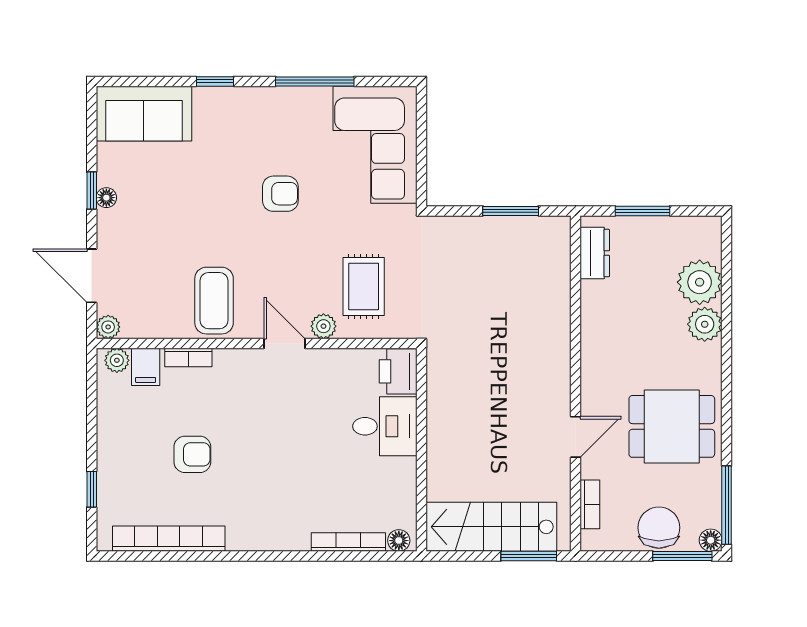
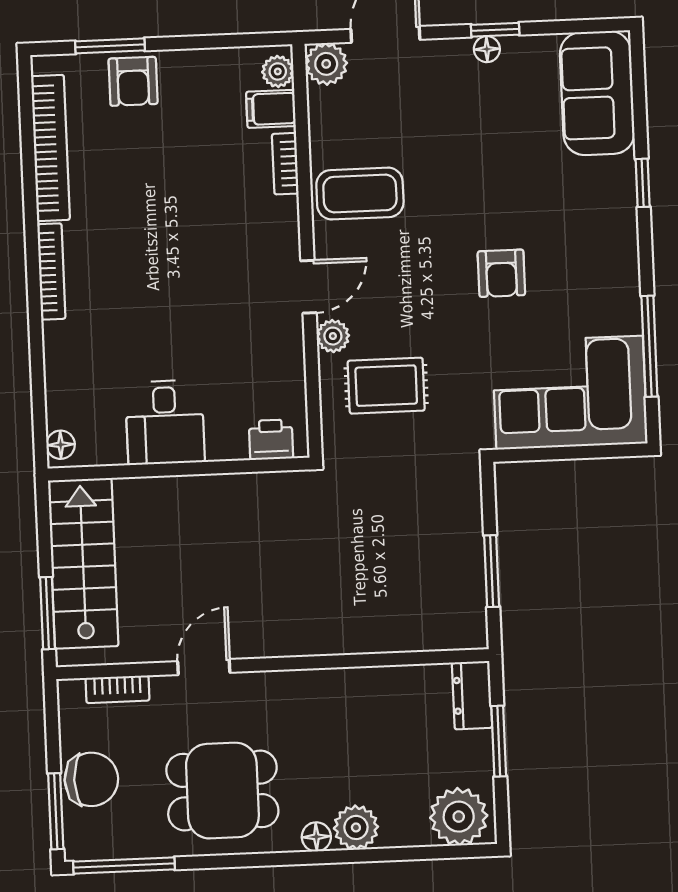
window: (315, 81) -> (649, 346), moved
dresser: (595, 253) -> (472, 695), moved, turned 90
plant: (700, 282) -> (459, 817), moved
plant: (108, 327) -> (326, 64), width x1.38, depth x1.38
printer: (398, 371) -> (271, 440), width x0.73, depth x0.81
desk: (385, 426) -> (165, 422), moved
dining table: (672, 426) -> (222, 791), turned 90
door: (576, 437) -> (204, 667), swing flipped
armchair: (192, 454) -> (133, 81), moved
window: (92, 489) -> (110, 46), width x1.50
floor lamp: (711, 540) -> (316, 837), moved
bookcase: (348, 542) -> (51, 272), moved

